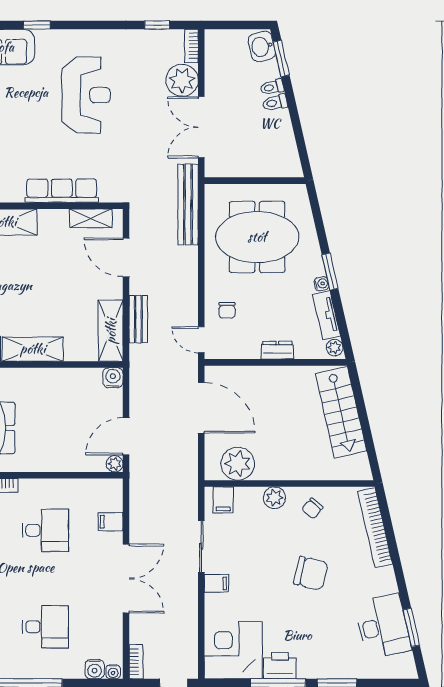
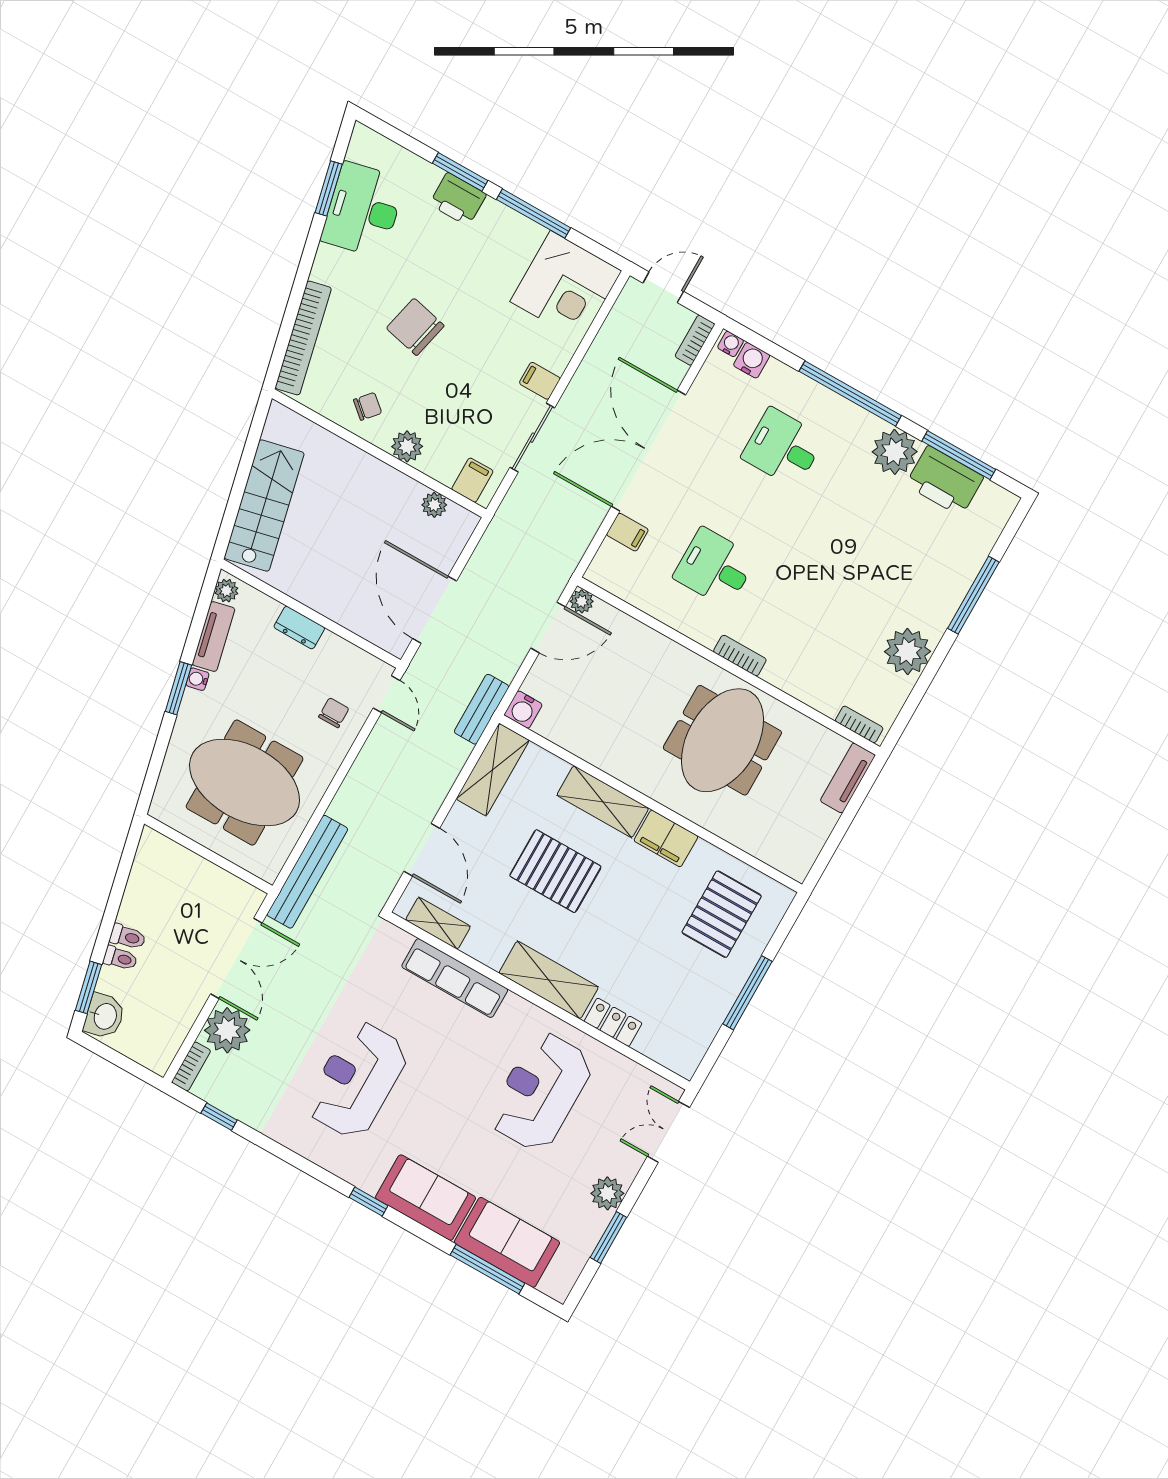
pallet: (37, 291) -> (555, 871), added
bench: (138, 319) -> (482, 709), moved
plant: (238, 464) -> (434, 505), width x0.53, depth x0.53
double door: (126, 579) -> (649, 451), width x1.36
printer: (280, 666) -> (458, 199), moved

